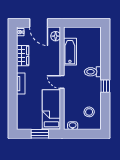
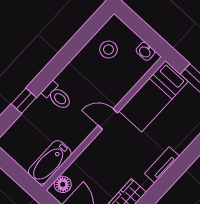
bathtub: (70, 52) -> (50, 162), moved
door: (62, 82) -> (108, 119), swing flipped
window: (105, 86) -> (24, 101), moved

